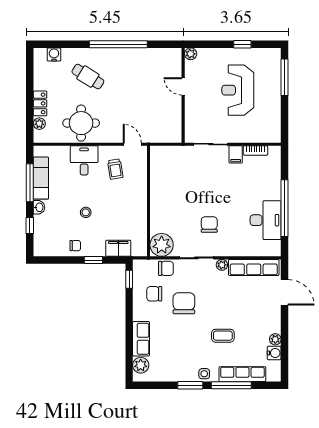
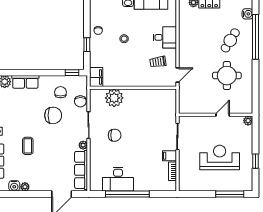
window: (118, 44) -> (256, 37), moved
round table: (81, 123) -> (227, 76), moved
plant: (162, 245) -> (114, 98), moved
filing cabinet: (118, 248) -> (96, 77), moved

